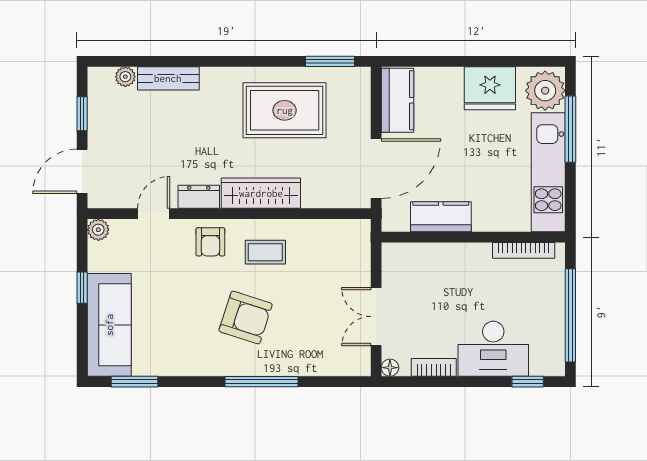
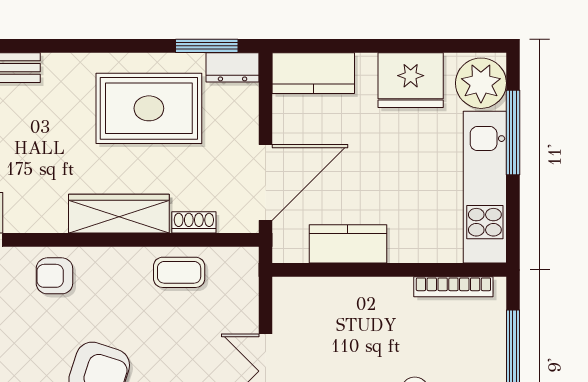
kitchen counter: (397, 100) -> (313, 73), moved, turned 90
dresser: (199, 197) -> (233, 67), moved, turned 180
shoe rack: (320, 200) -> (194, 222), added
armchair: (210, 242) -> (54, 276), turned 90
coffee table: (265, 252) -> (179, 272), moved

